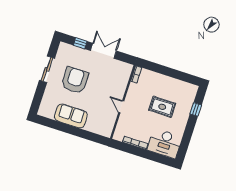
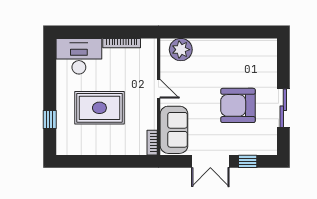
armchair: (75, 80) -> (238, 105), turned 90
rug: (162, 107) -> (99, 108), width x1.36, depth x1.43
sofa: (71, 116) -> (174, 130), moved, turned -90
plant: (99, 127) -> (181, 50), added

